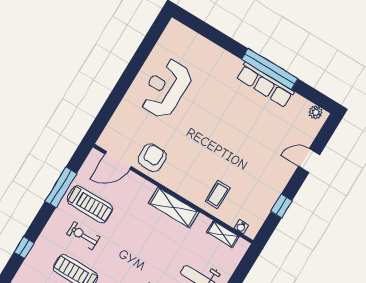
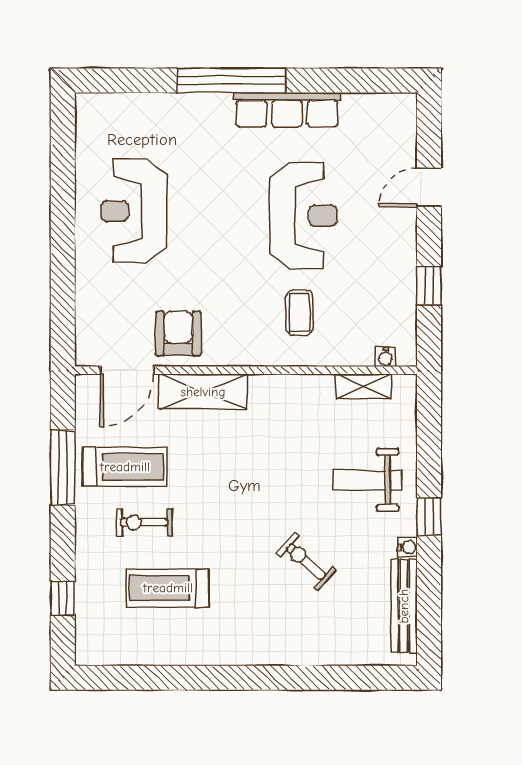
window: (270, 69) -> (231, 81), moved
plant: (316, 112) -> (393, 105), removed
reception desk: (243, 138) -> (303, 216), added
coffee table: (218, 195) -> (299, 313), moved
shelving: (174, 208) -> (203, 392), moved

